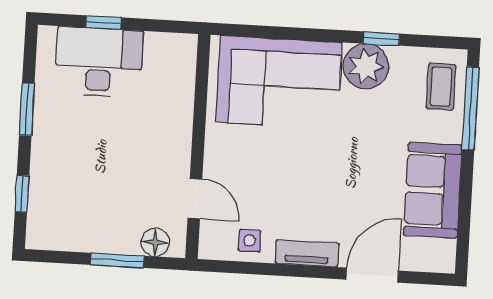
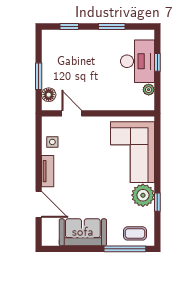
plant: (157, 43) -> (149, 90), added
door: (195, 199) -> (72, 113), swing flipped

